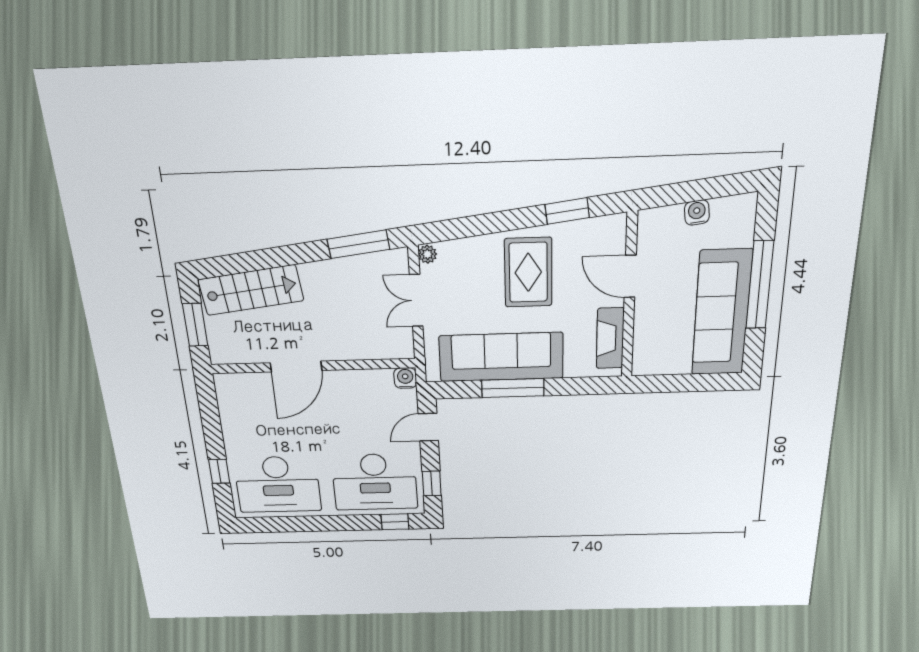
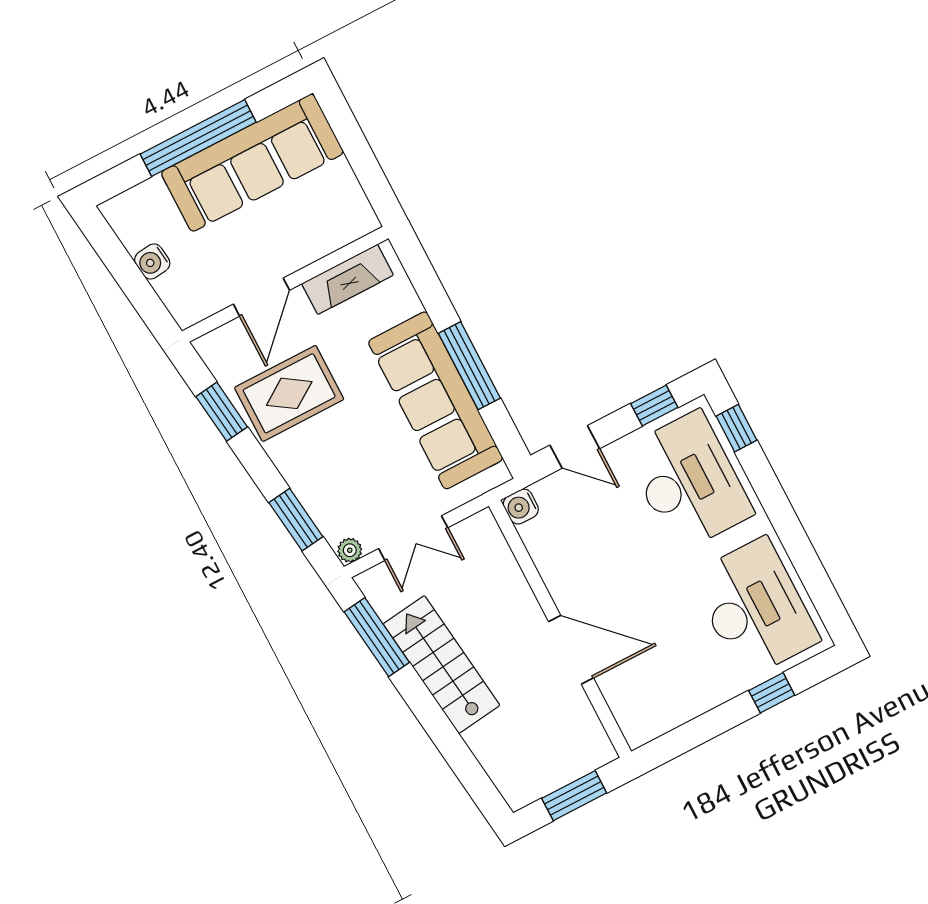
window: (466, 227) -> (296, 520), added
rug: (528, 272) -> (289, 393), moved
stairs: (251, 290) -> (441, 665), moved

